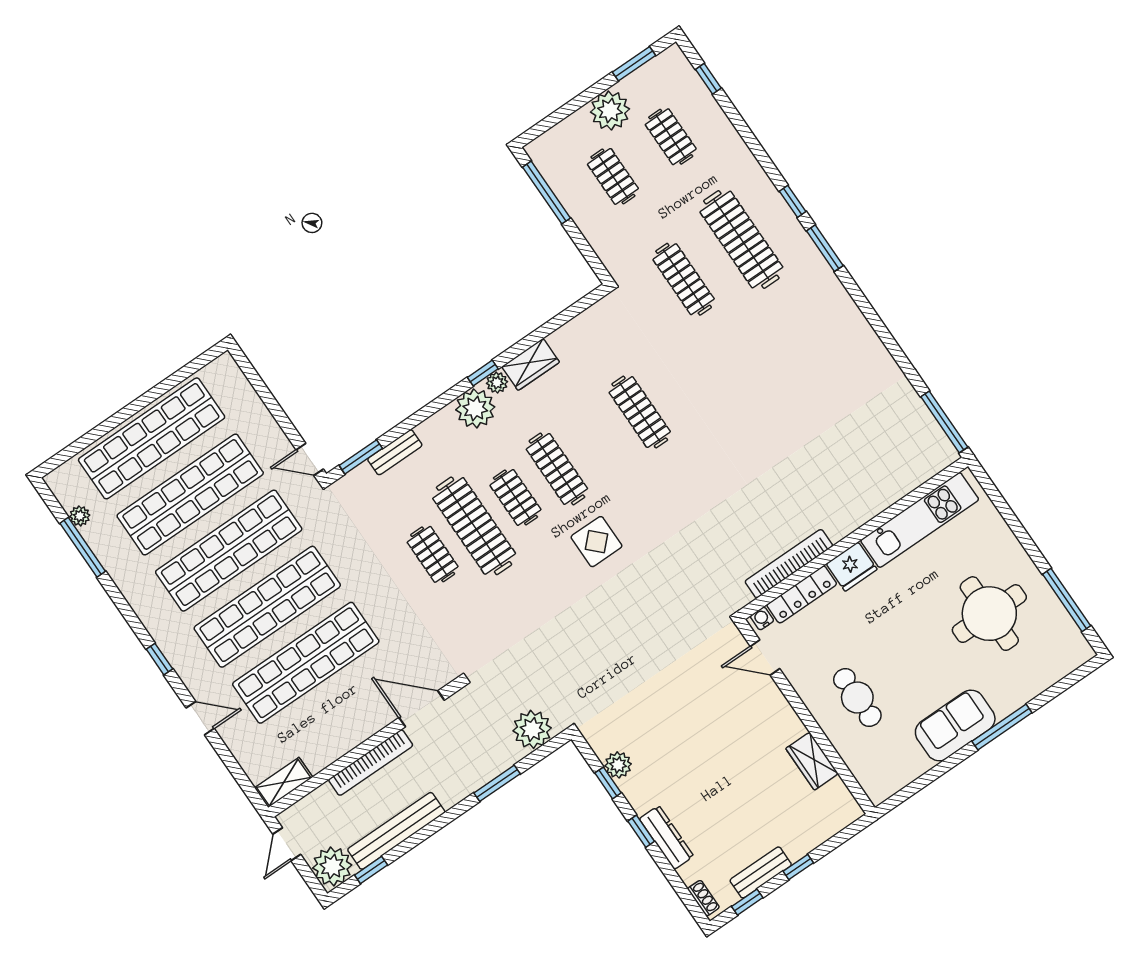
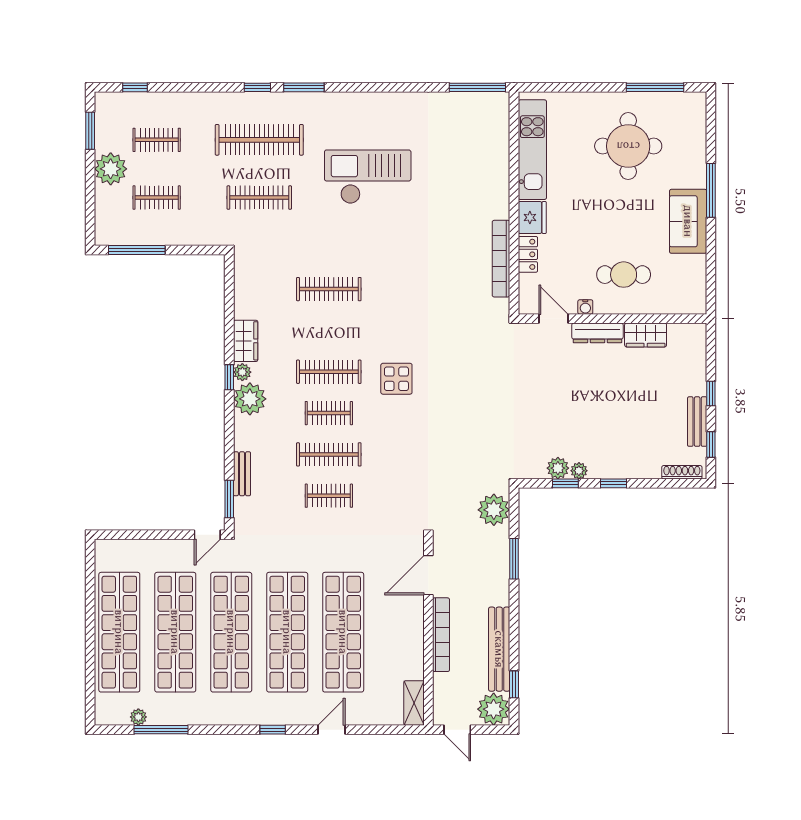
checkout: (779, 374) -> (368, 177), added
clothes rail: (474, 526) -> (329, 454), width x0.73, depth x0.76
locker: (802, 594) -> (528, 254), width x0.66
water cooler: (762, 618) -> (585, 307), moved, turned -90
door: (765, 658) -> (554, 319), swing flipped
plant: (630, 788) -> (579, 471), added
dresser: (666, 837) -> (597, 333), moved, turned 180
shoe rack: (703, 898) -> (682, 472), width x1.43

